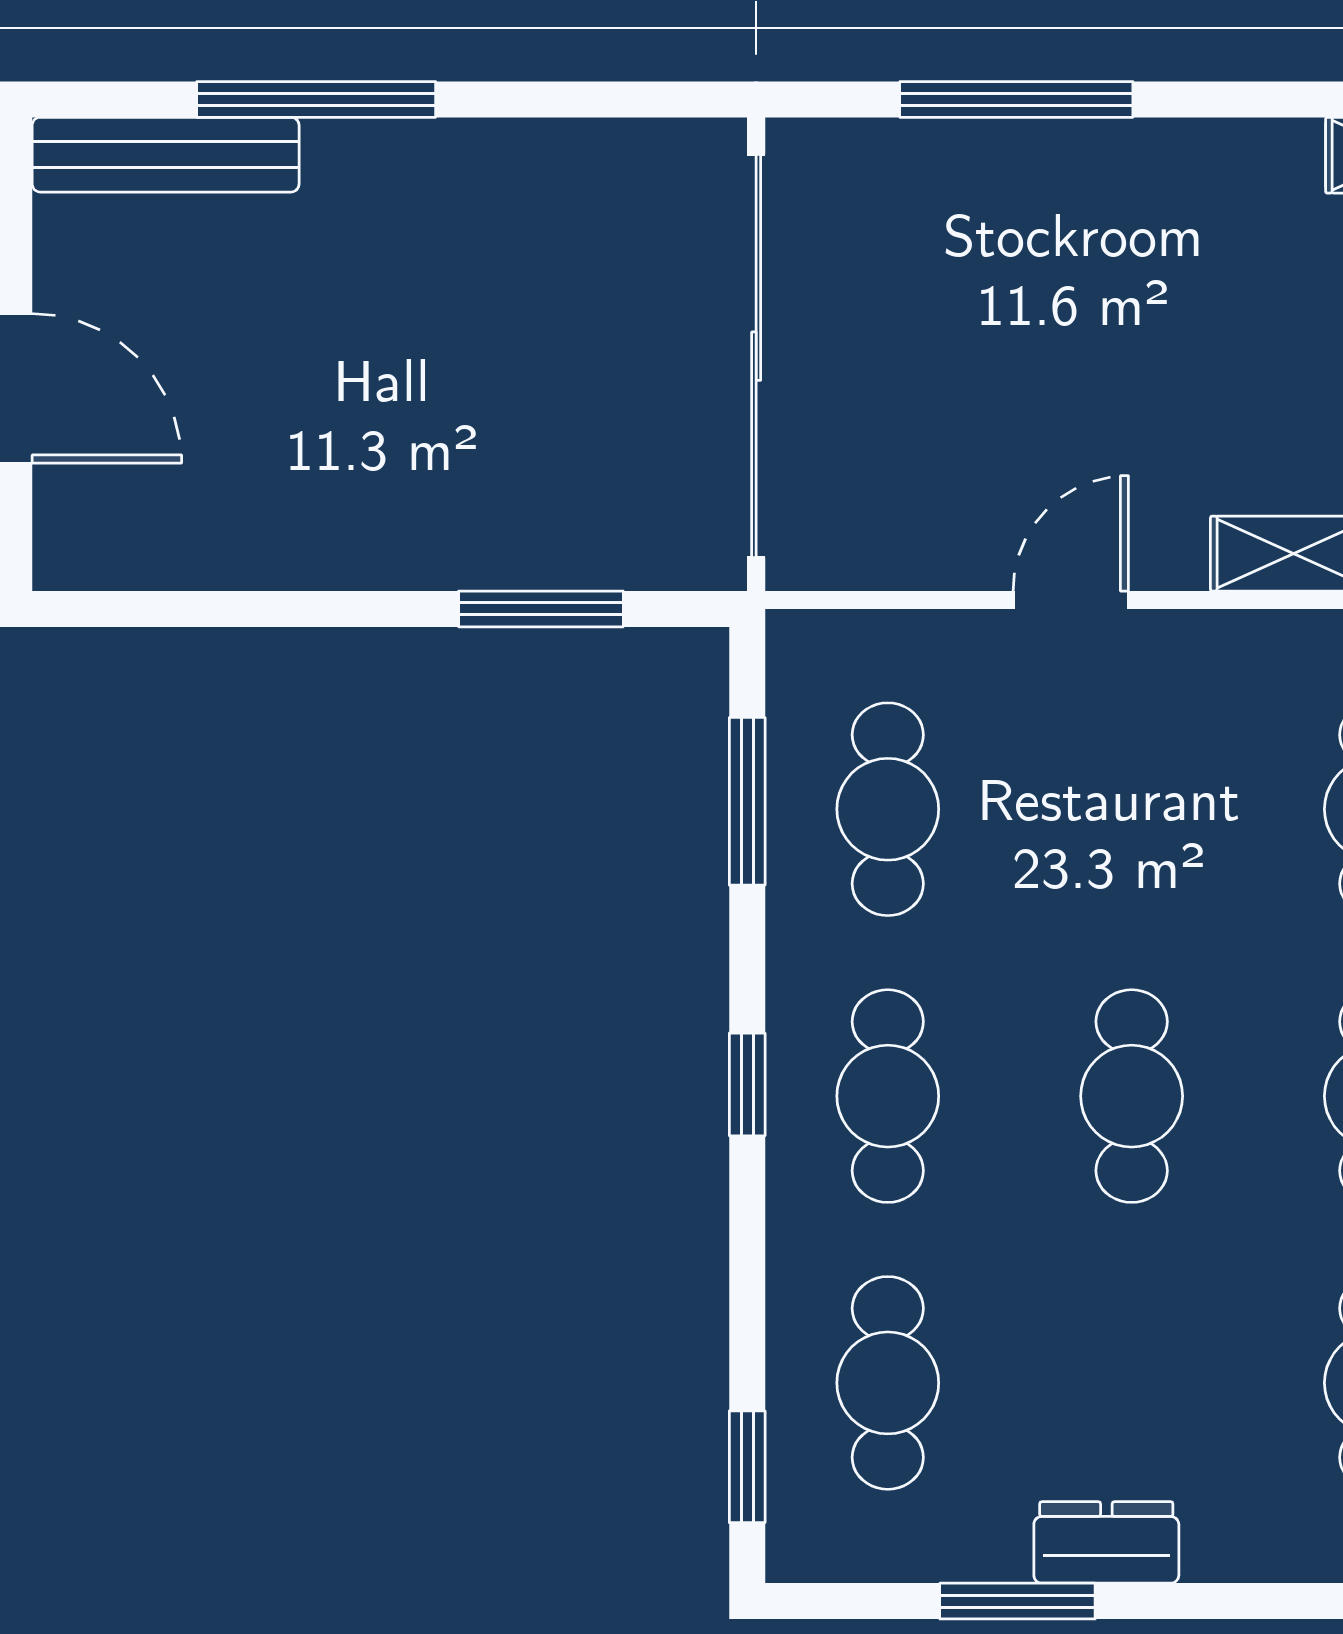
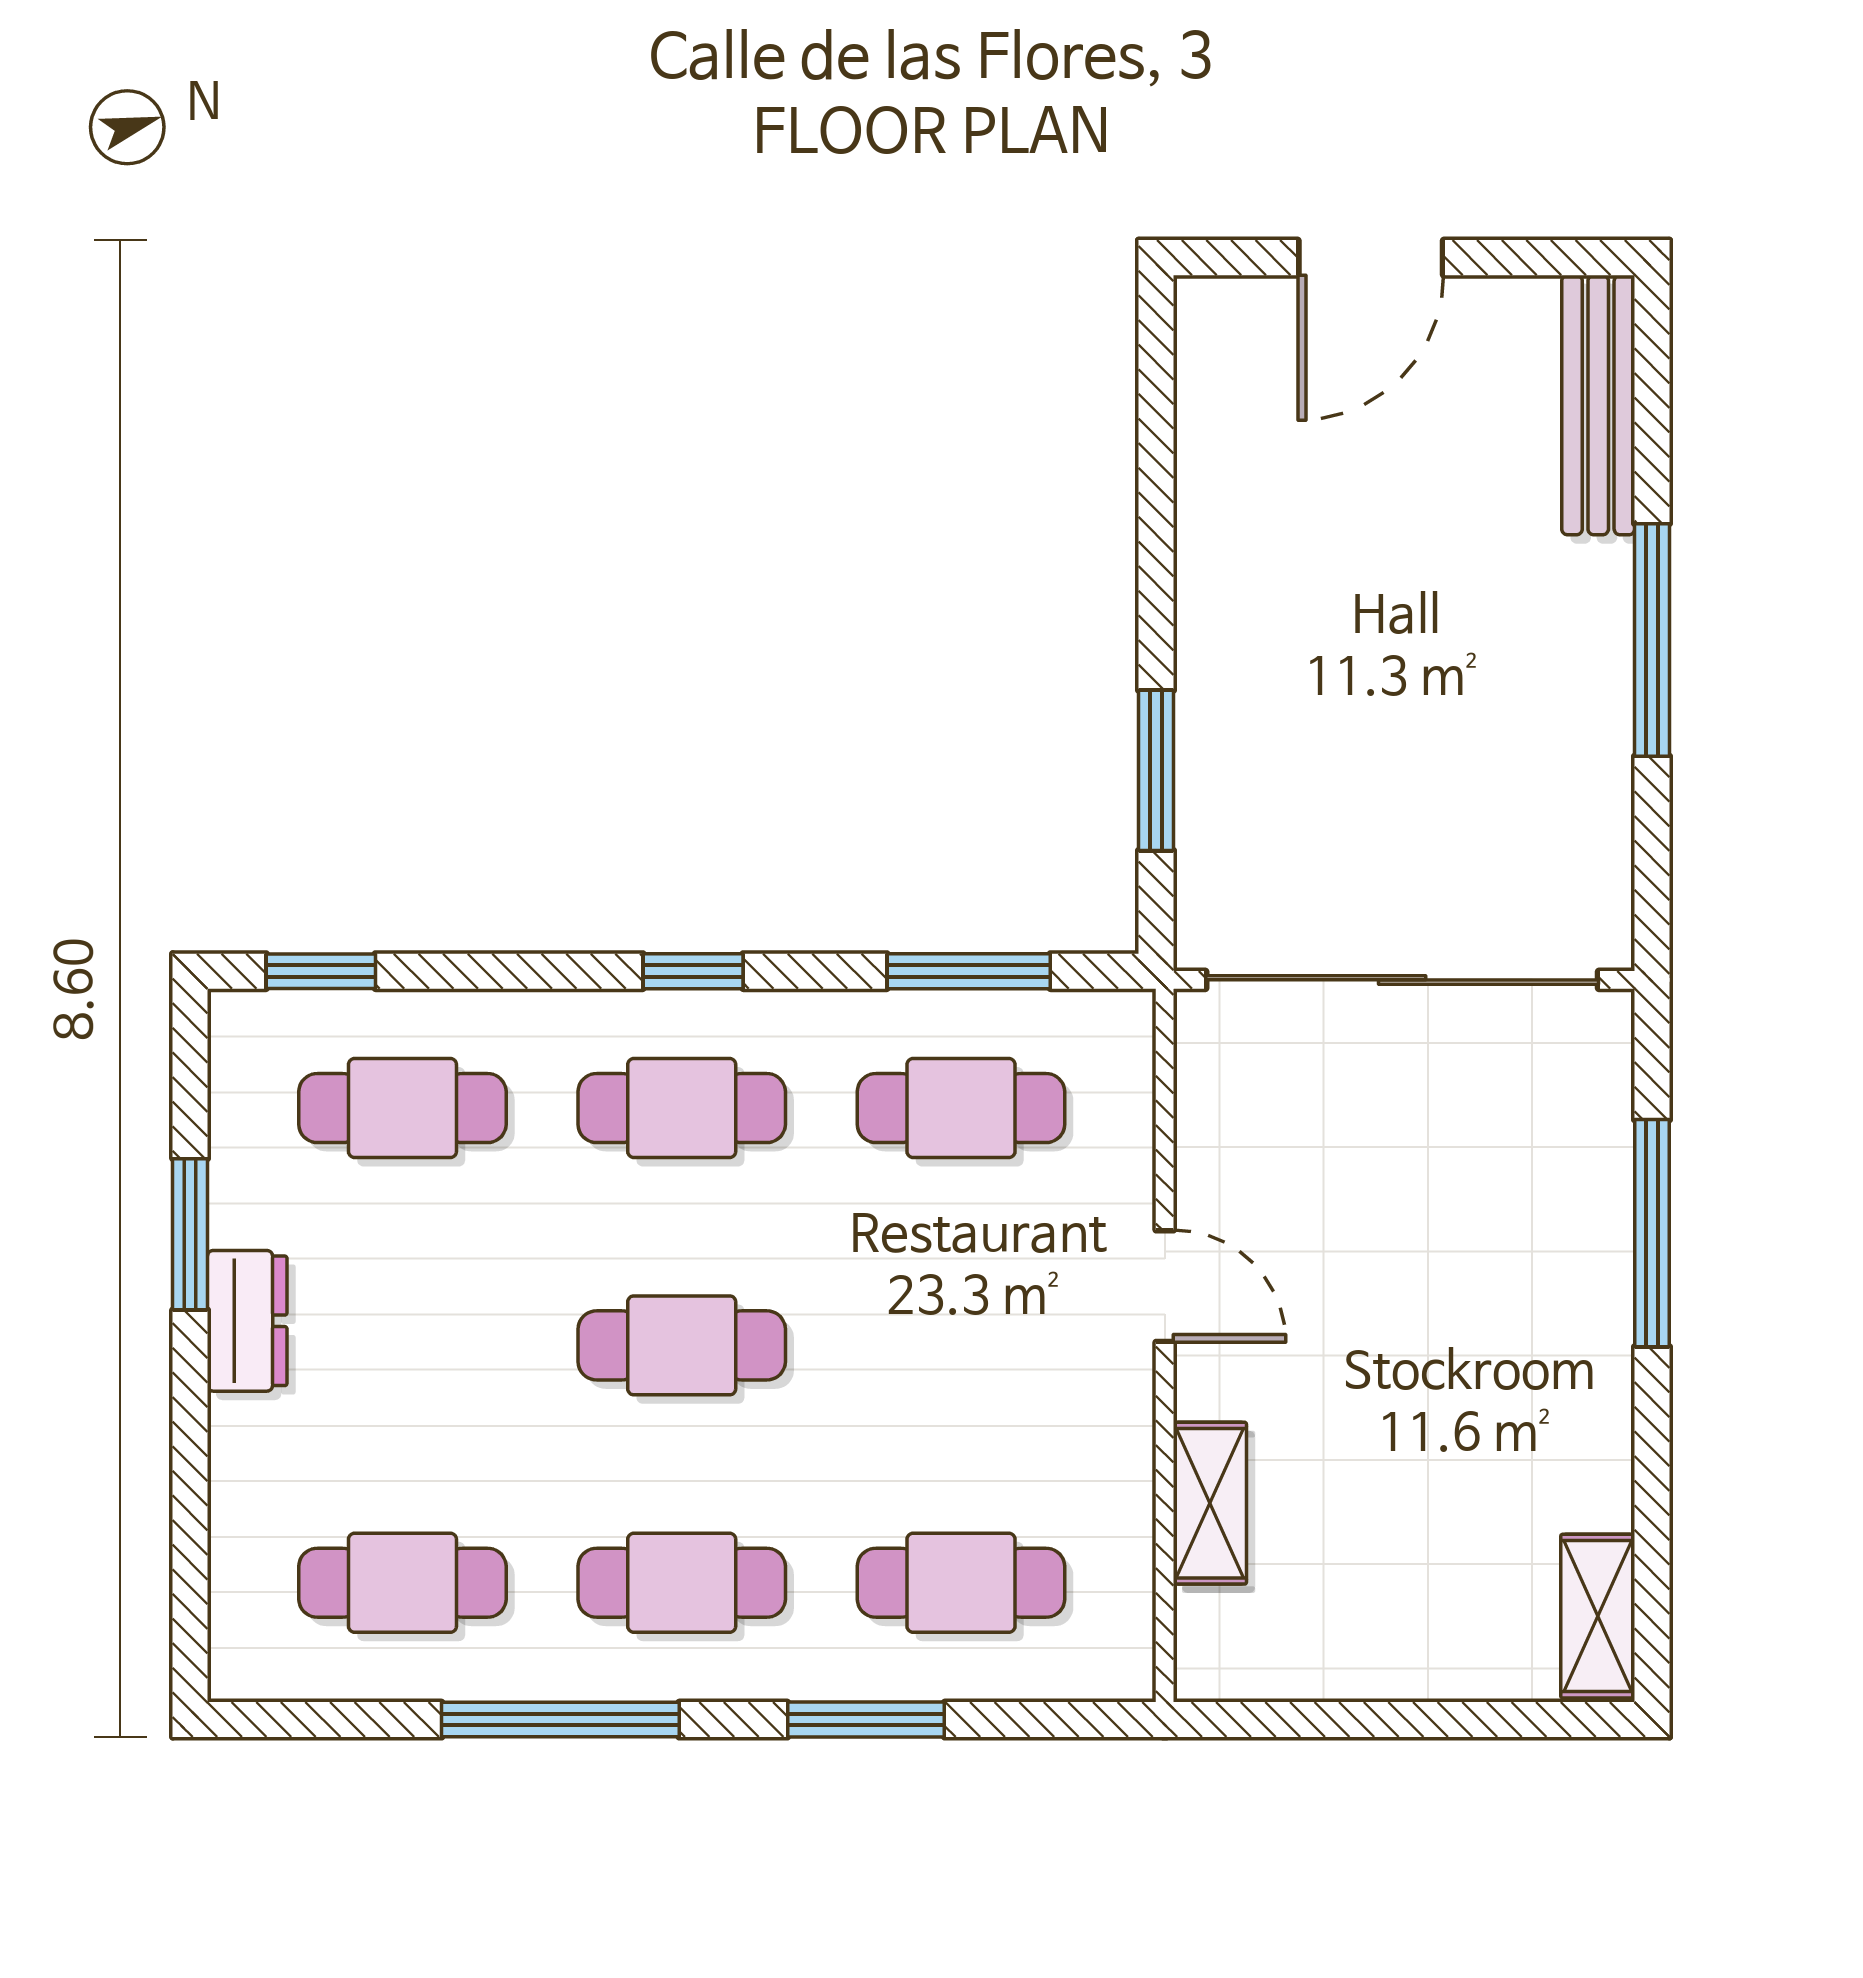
window: (316, 99) -> (1652, 640), moved

